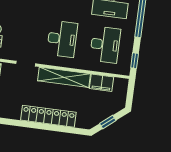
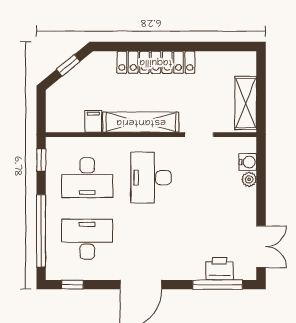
desk: (105, 45) -> (87, 178), turned -90
filing cabinet: (102, 83) -> (93, 121), width x0.50

